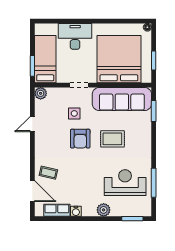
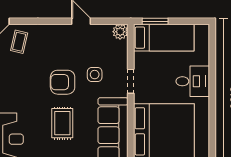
desk: (75, 36) -> (193, 81), width x0.73

